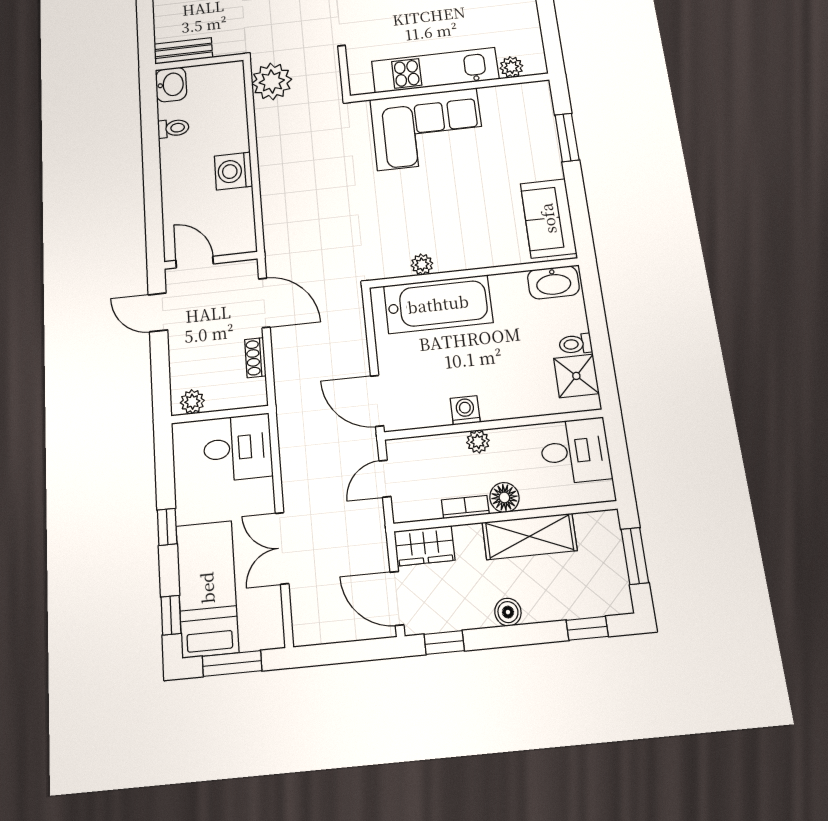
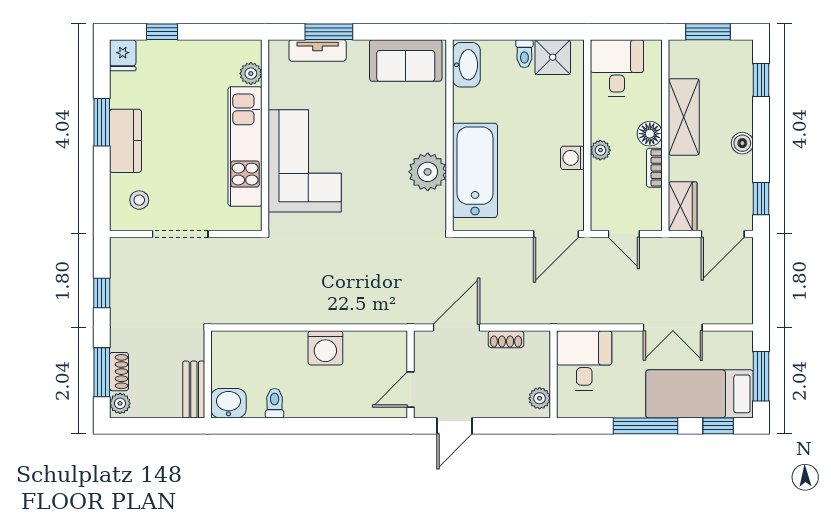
plant: (272, 81) -> (237, 305), removed
tv unit: (545, 128) -> (318, 50), added
plant: (422, 264) -> (428, 172), width x1.88, depth x1.88
window: (167, 527) -> (645, 426), width x2.17

